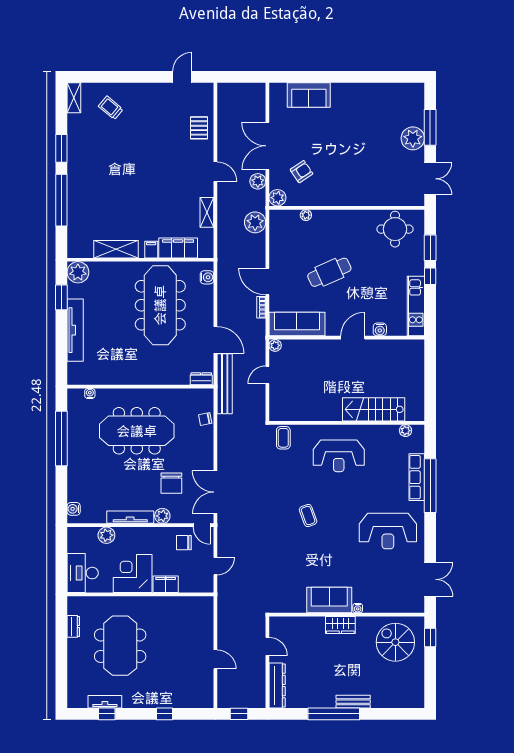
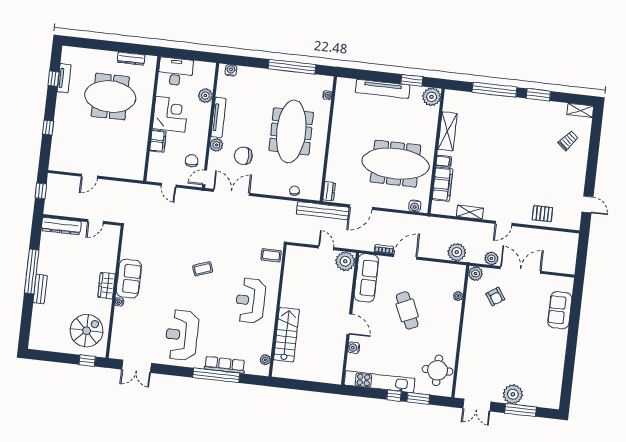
kitchen unit: (416, 306) -> (379, 382), width x1.36
plant: (275, 345) -> (345, 261), width x1.87, depth x1.87
dresser: (73, 626) -> (131, 59), width x1.44

